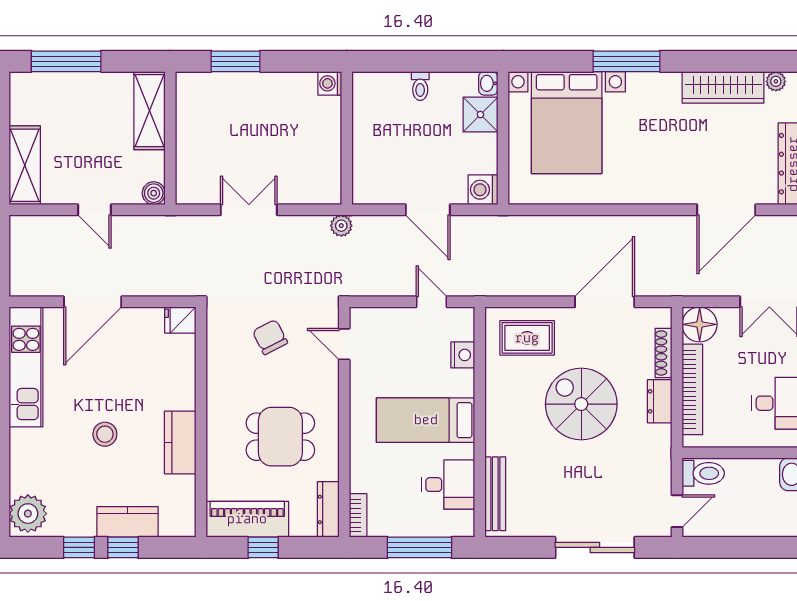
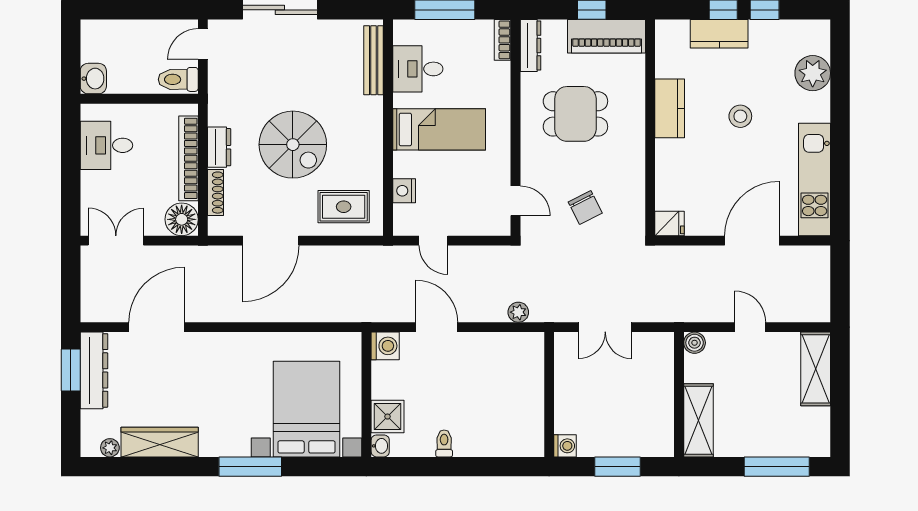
washing machine: (330, 83) -> (565, 446), moved
wall: (347, 138) -> (549, 394), moved
plant: (28, 514) -> (813, 73), moved

